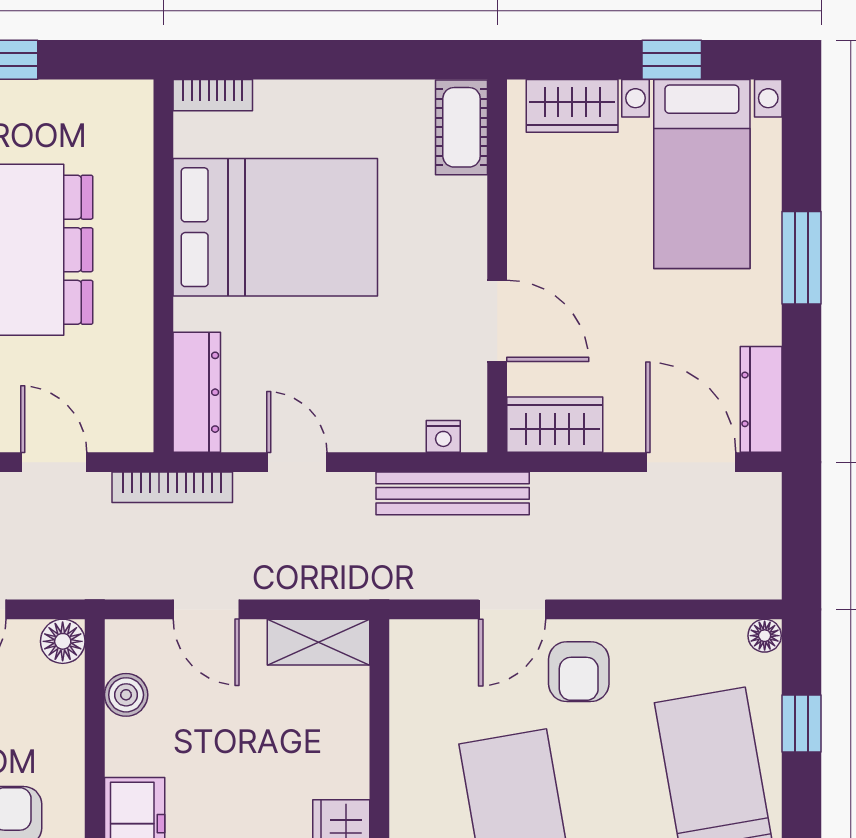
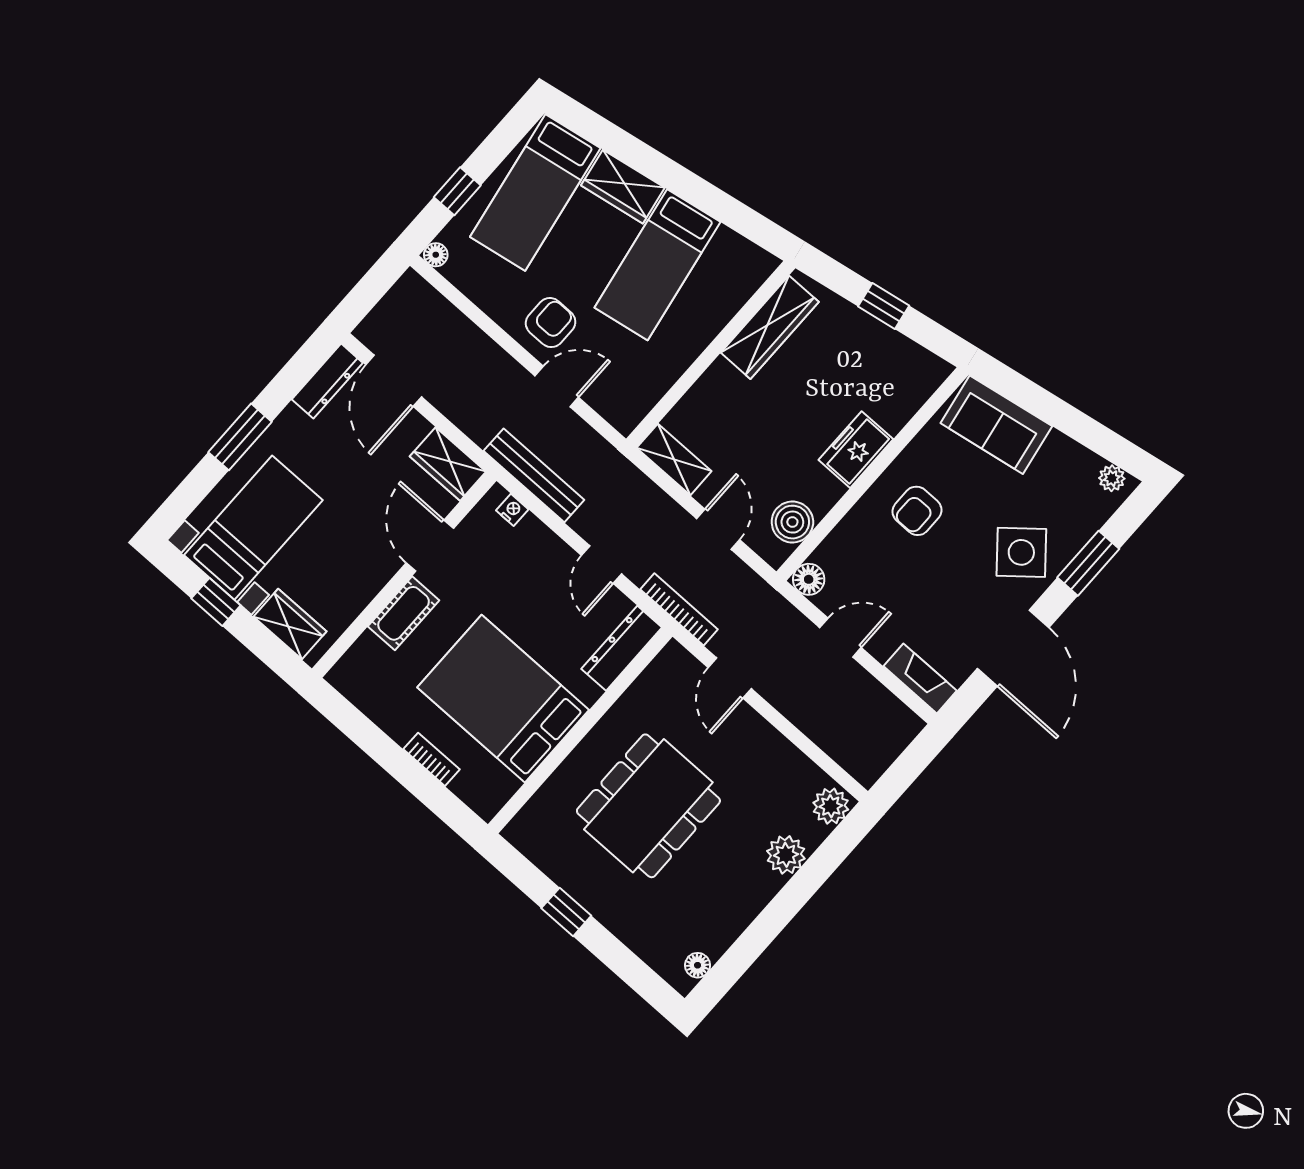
bookcase: (213, 95) -> (431, 759), moved
cot: (462, 127) -> (404, 613), moved
boiler: (126, 695) -> (792, 522), width x1.36, depth x1.36

